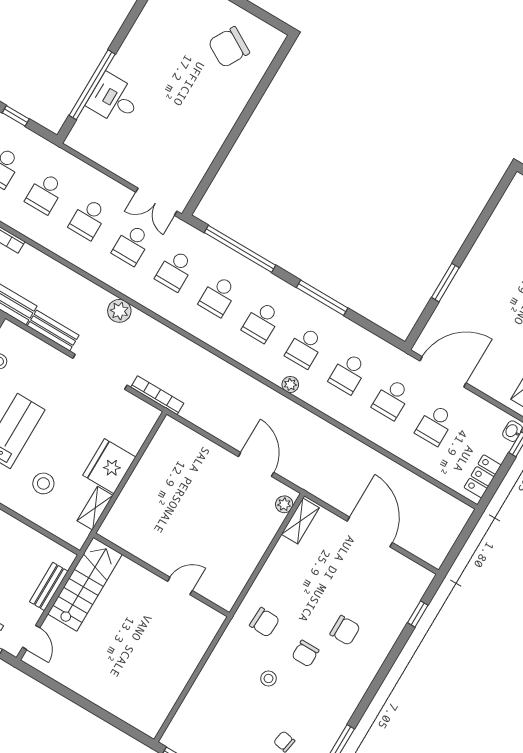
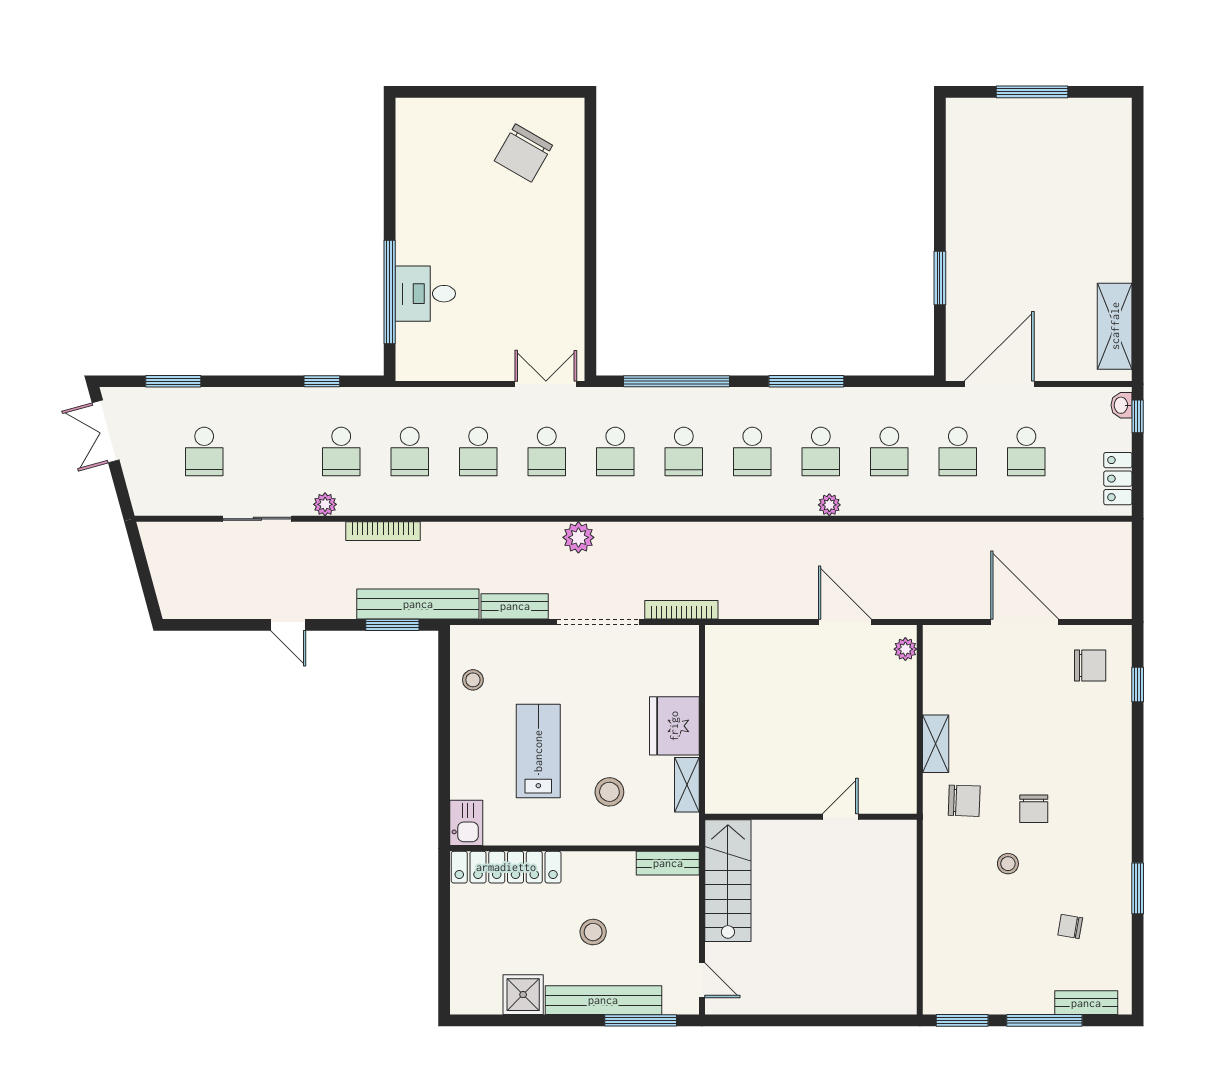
double door: (156, 202) -> (546, 384), swing flipped
shelving: (300, 521) -> (936, 744), moved
bench: (49, 586) -> (668, 863), moved, turned 90
chair: (345, 630) -> (1090, 666), moved

